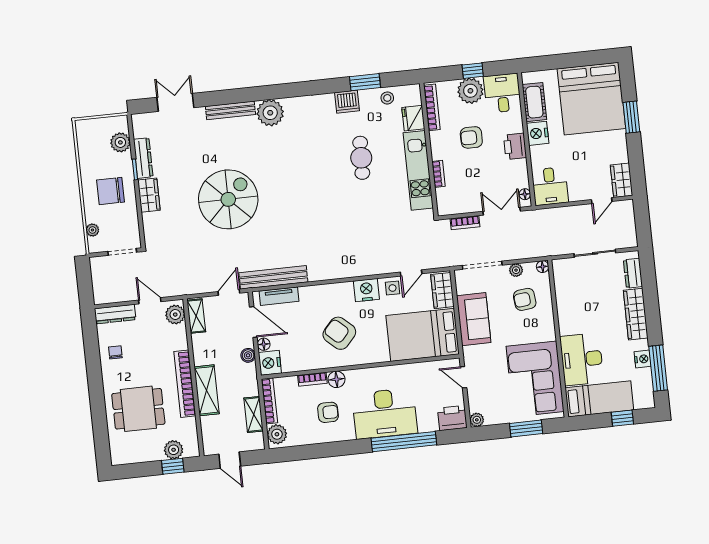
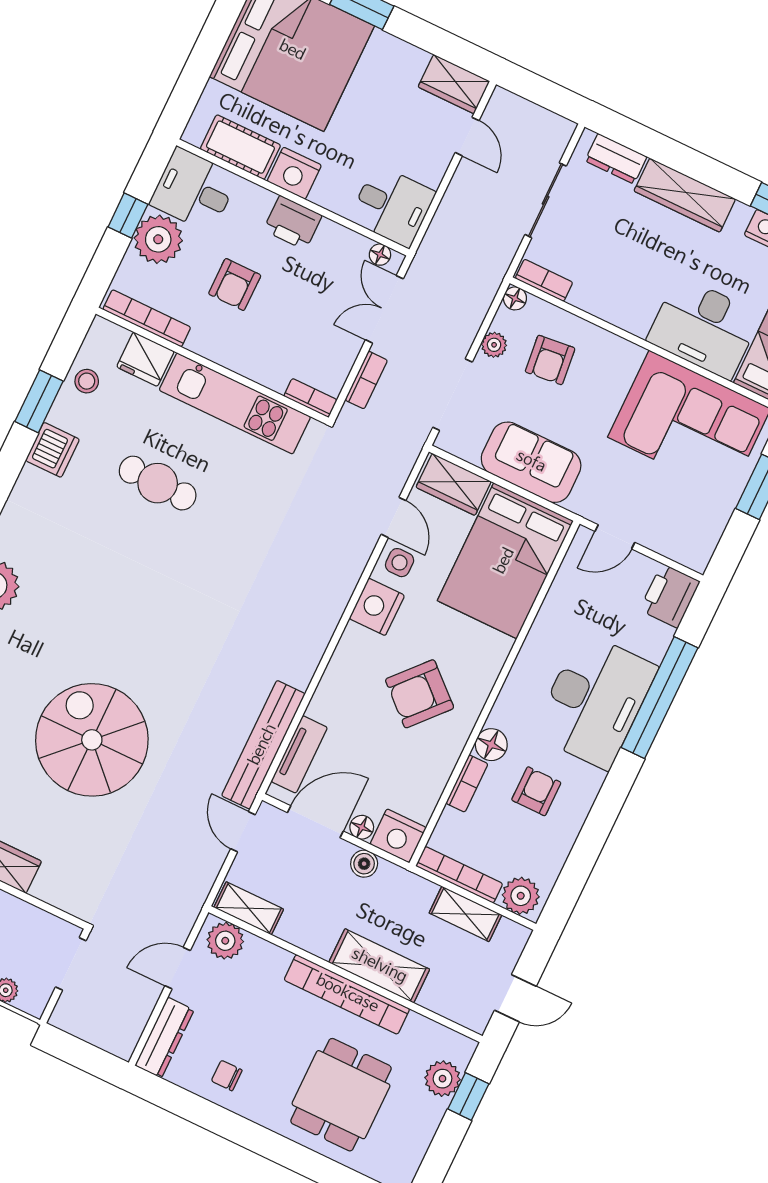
bookcase: (438, 174) -> (310, 398), moved
bookcase: (559, 275) -> (544, 280), added
plant: (477, 420) -> (697, 558), removed

